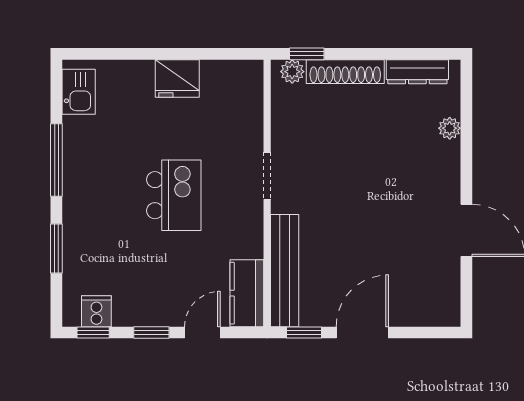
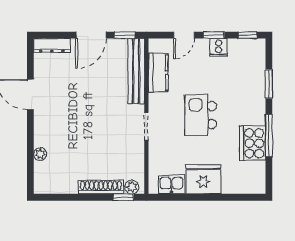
dresser: (417, 72) -> (52, 46), moved, turned 180
fridge: (177, 78) -> (203, 179), width x1.36, depth x1.34
kitchen sink: (79, 92) -> (171, 184), moved, turned 90
cooker: (84, 147) -> (253, 143), added
kitchen counter: (247, 293) -> (158, 73), moved
cooker: (96, 311) -> (219, 48), moved

